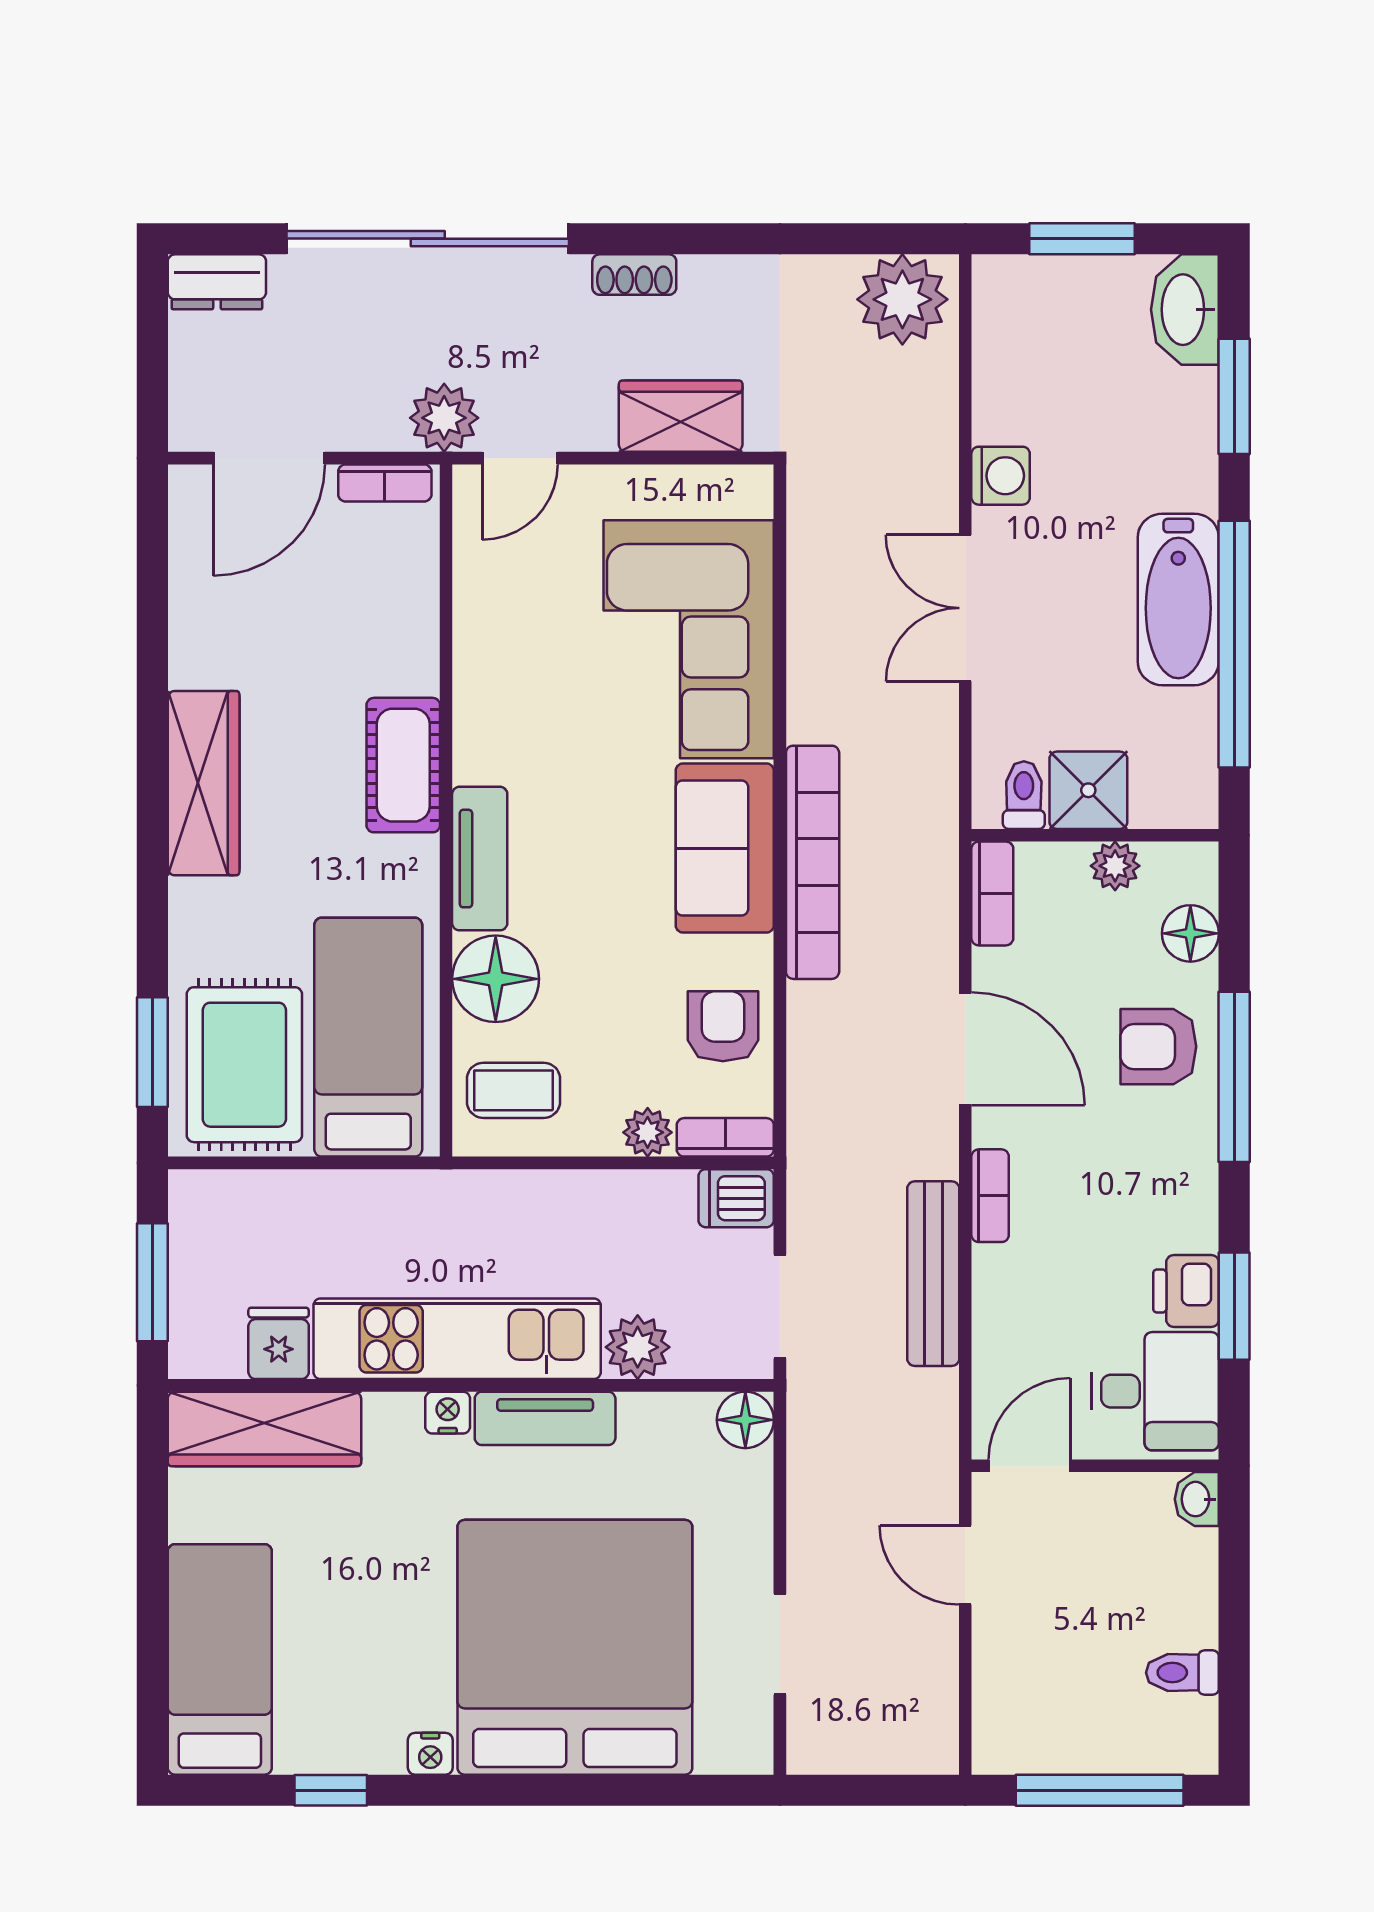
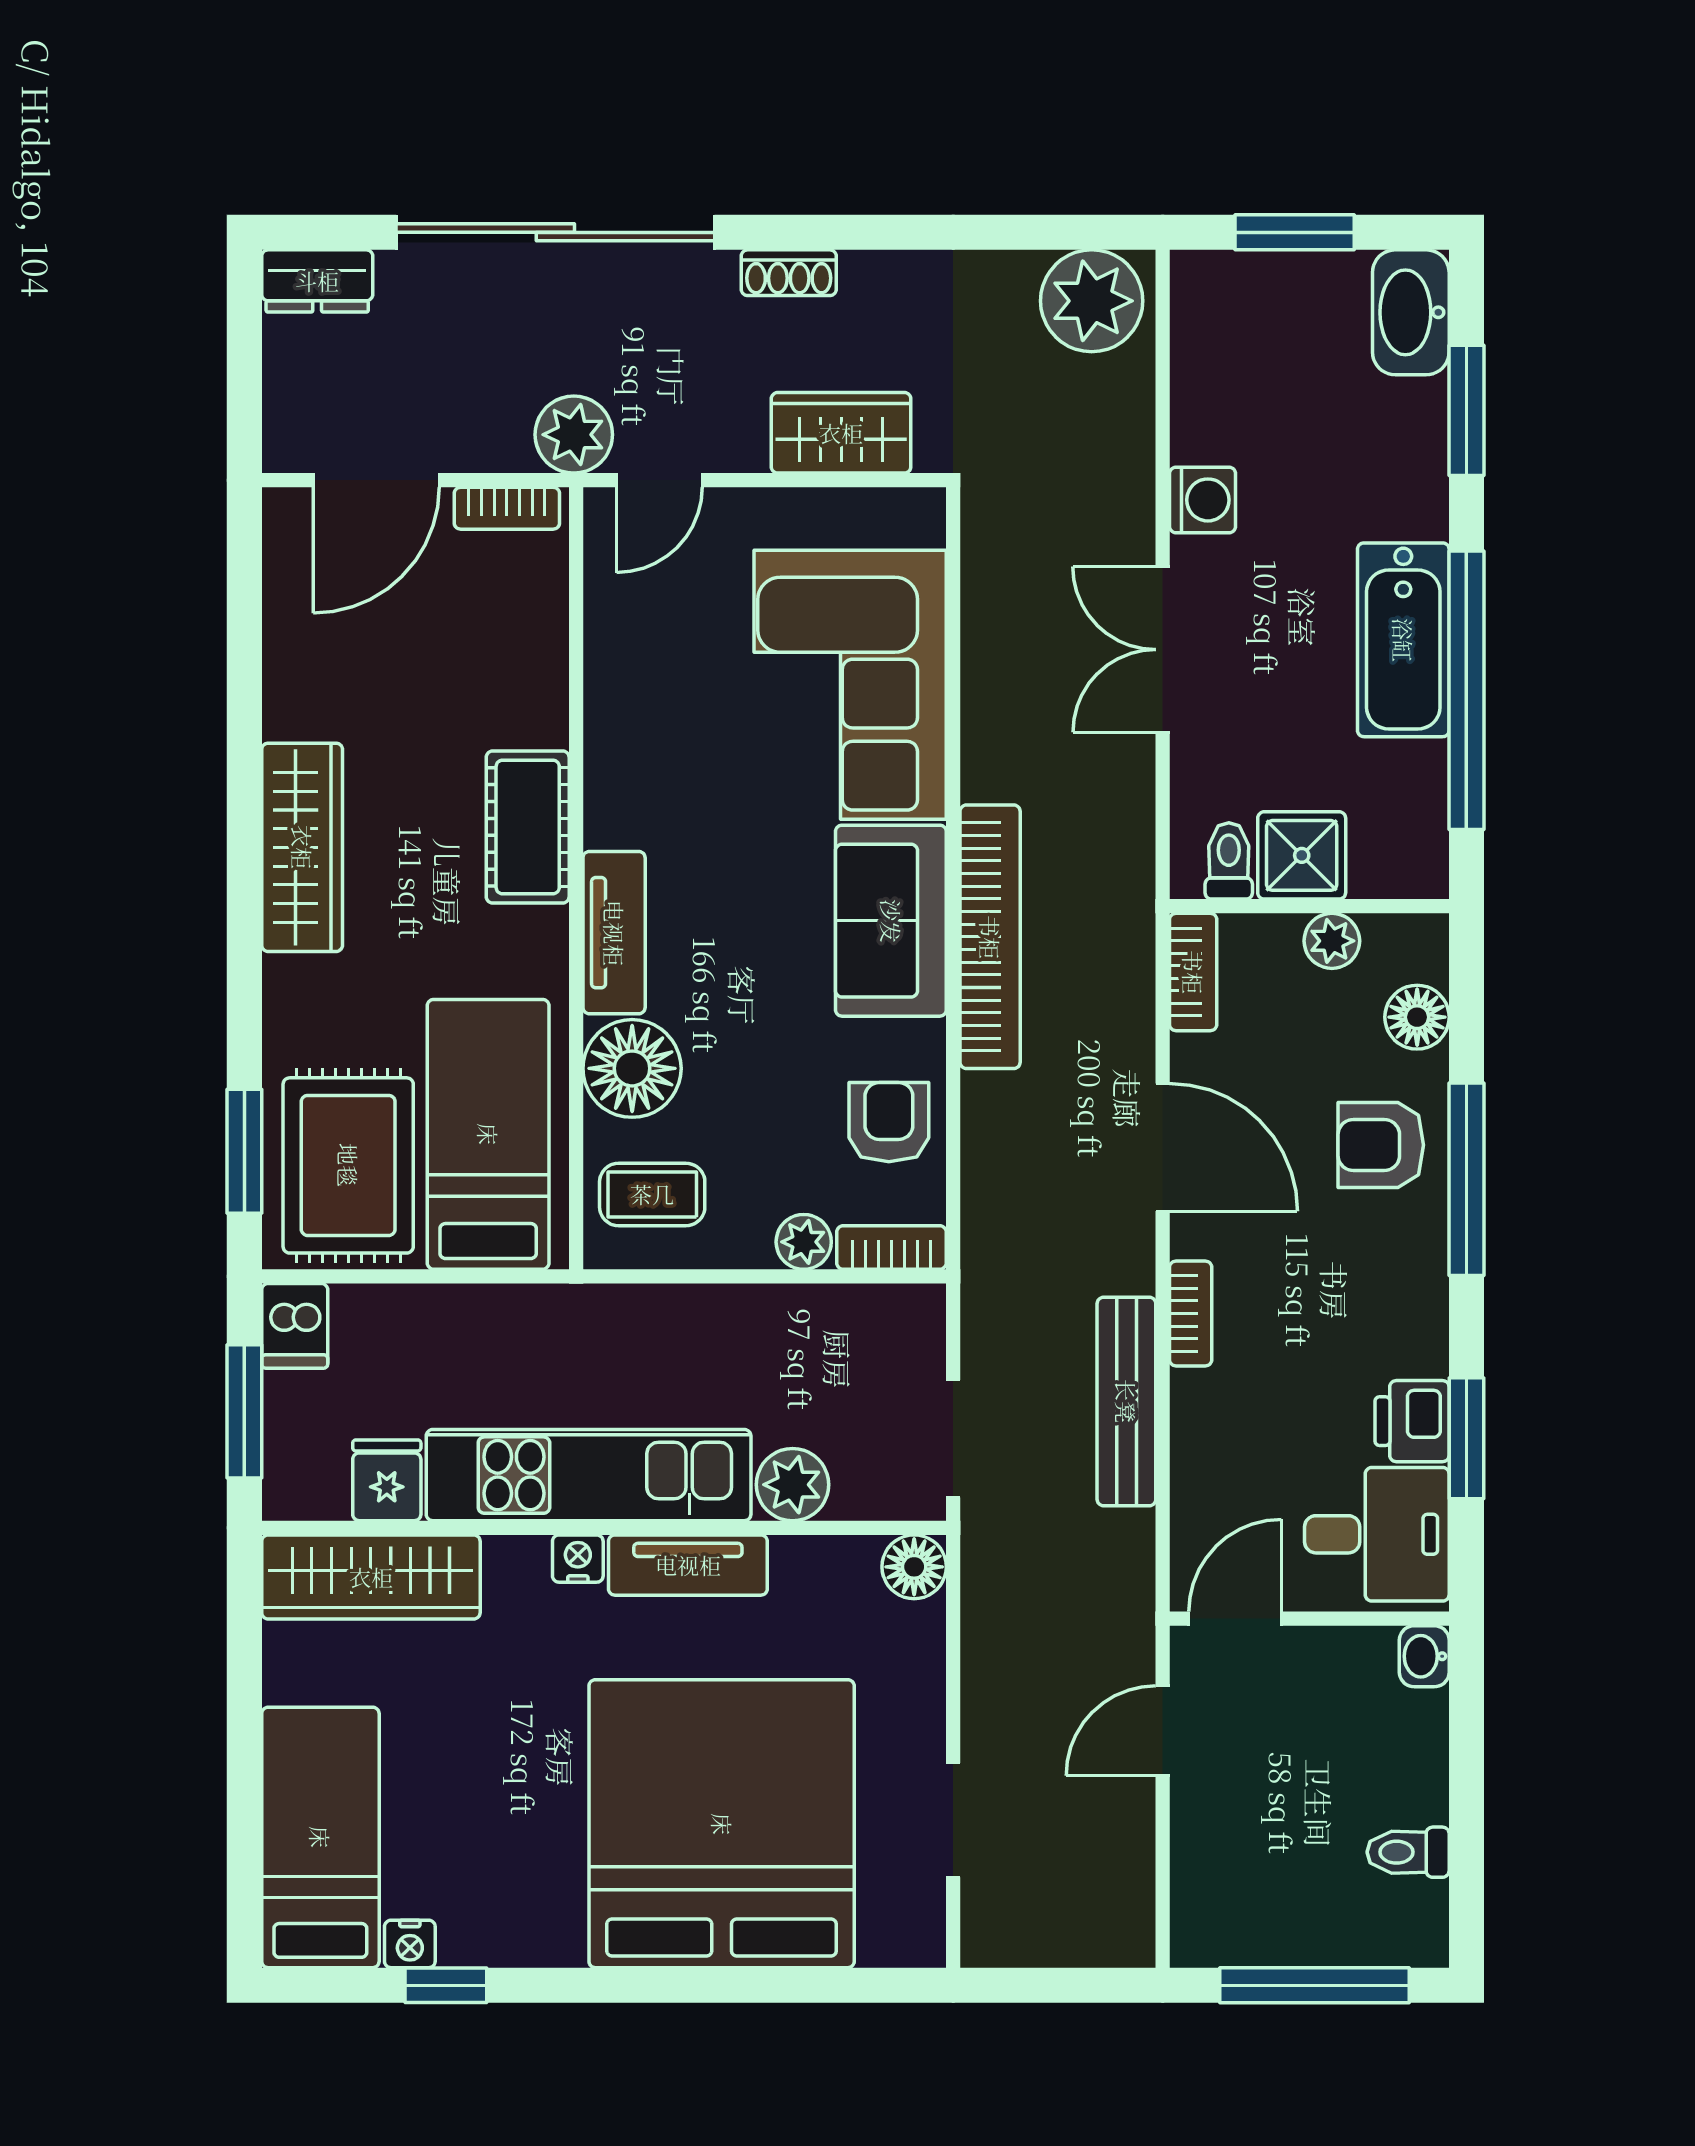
dishwasher: (736, 1198) -> (295, 1326), moved, turned -90
door: (965, 1565) -> (1163, 1731), hinge flipped
nightstand: (430, 1754) -> (410, 1944), moved

